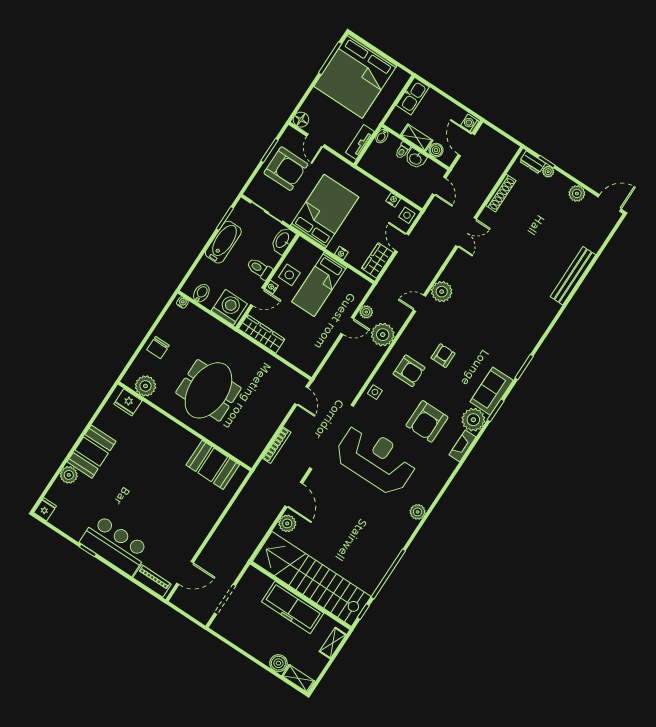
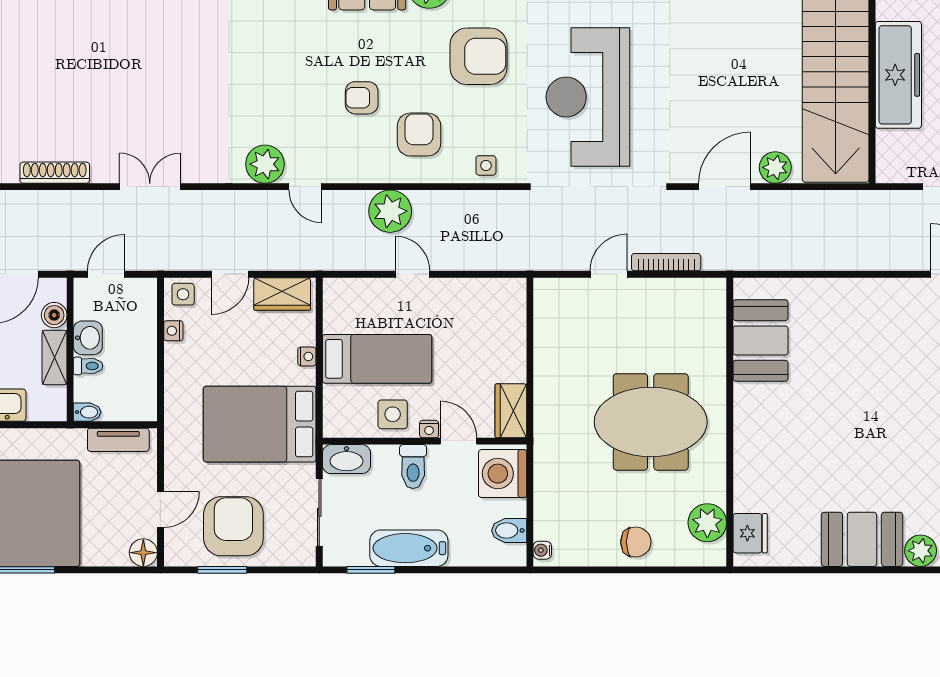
plant: (366, 312) -> (372, 259), removed
wardrobe: (262, 334) -> (511, 411), width x0.67
door: (301, 396) -> (609, 274), moved

